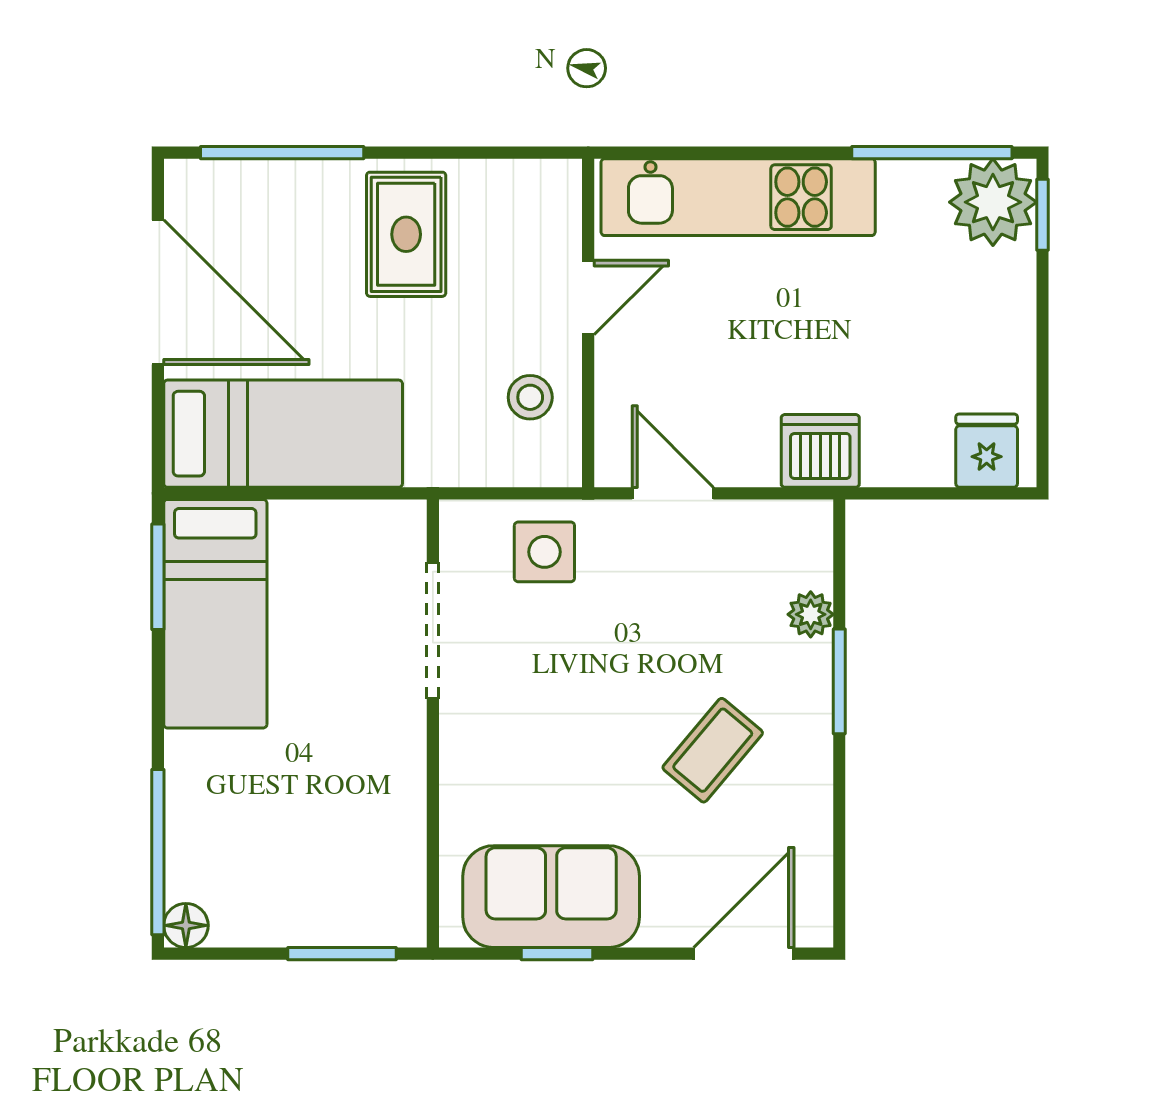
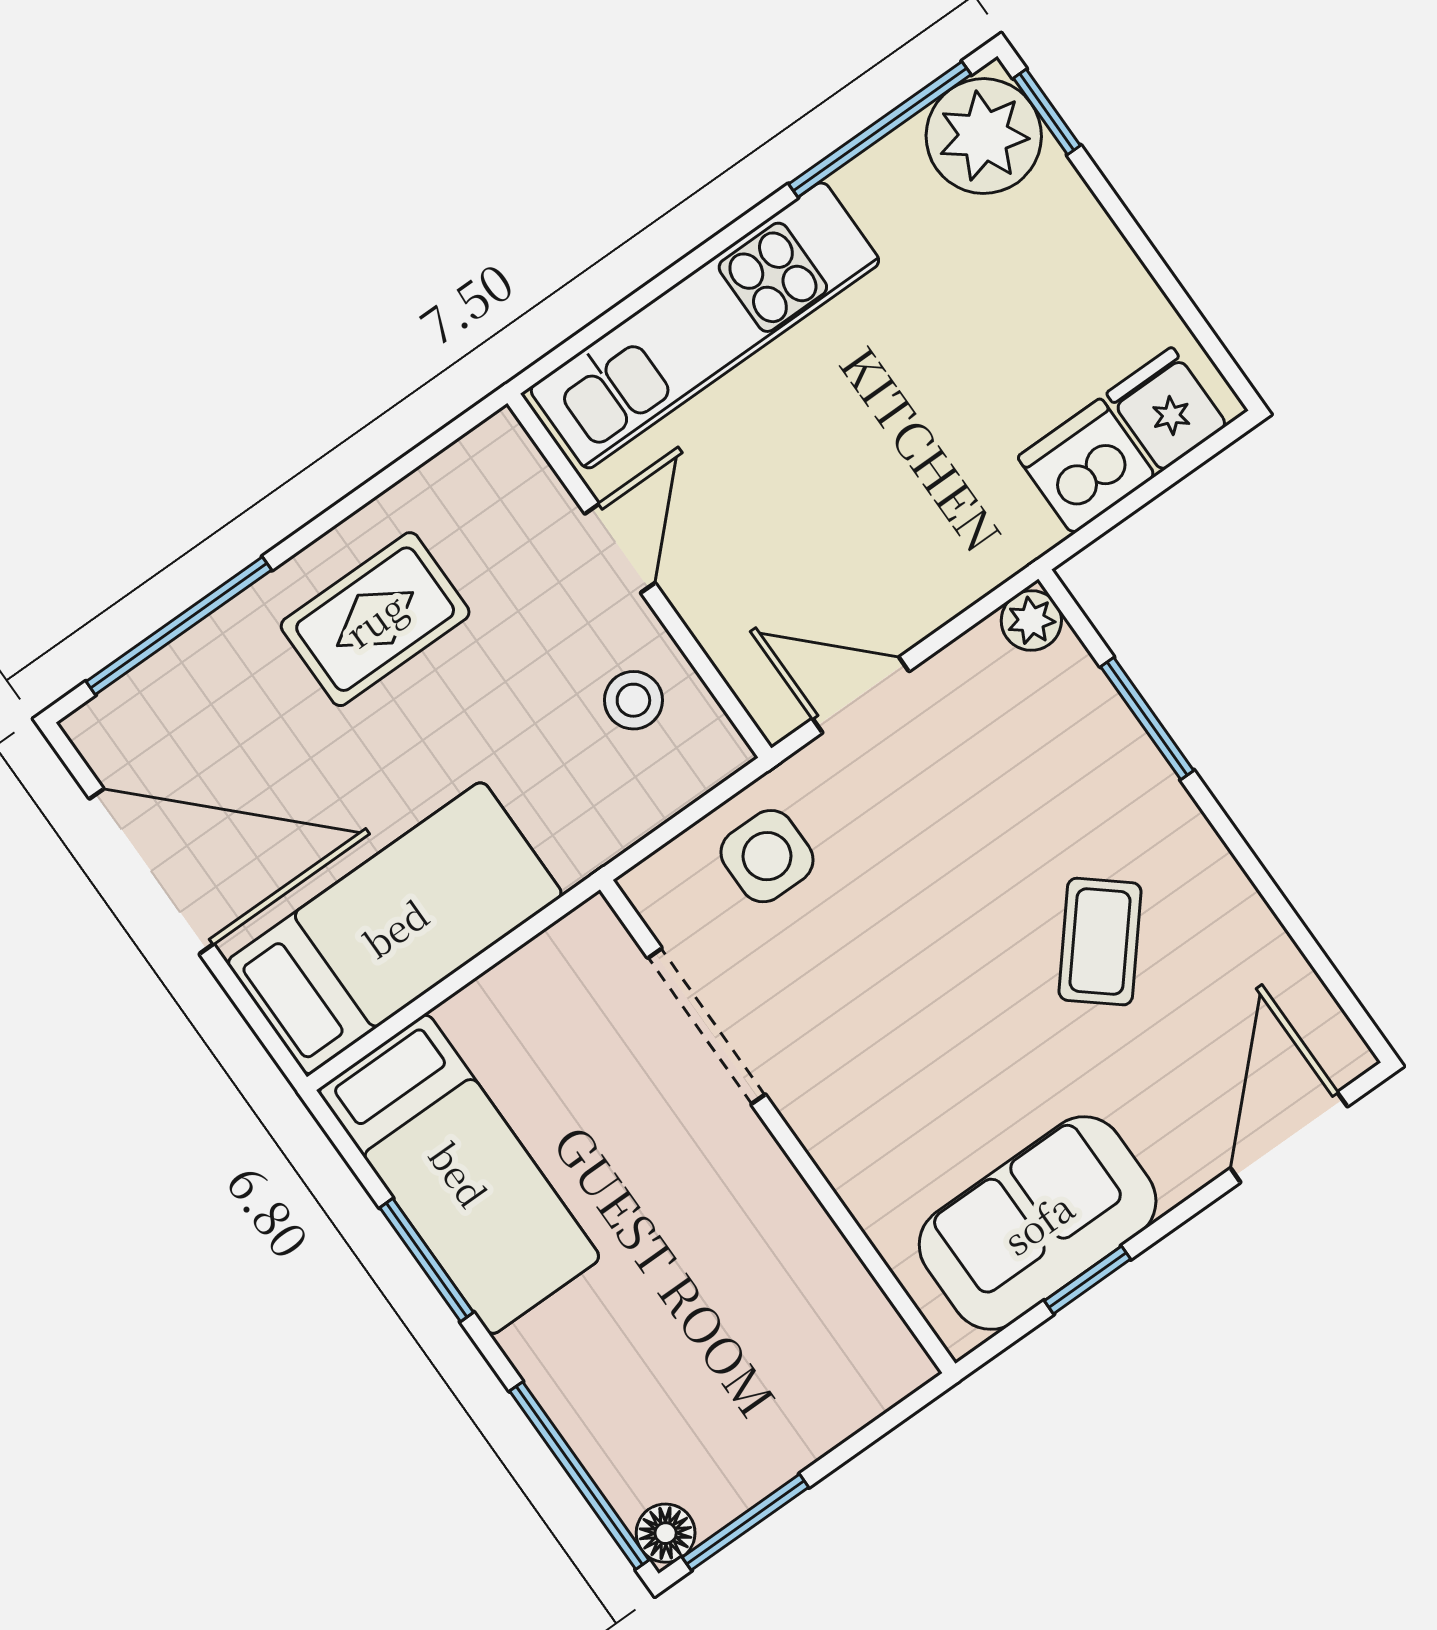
rug: (406, 234) -> (375, 619), turned 90
dishwasher: (820, 451) -> (1087, 466), moved
window: (158, 577) -> (427, 1260), moved
plant: (811, 614) -> (1031, 620), moved
window: (839, 681) -> (1147, 719), moved
window: (342, 954) -> (745, 1522), moved

